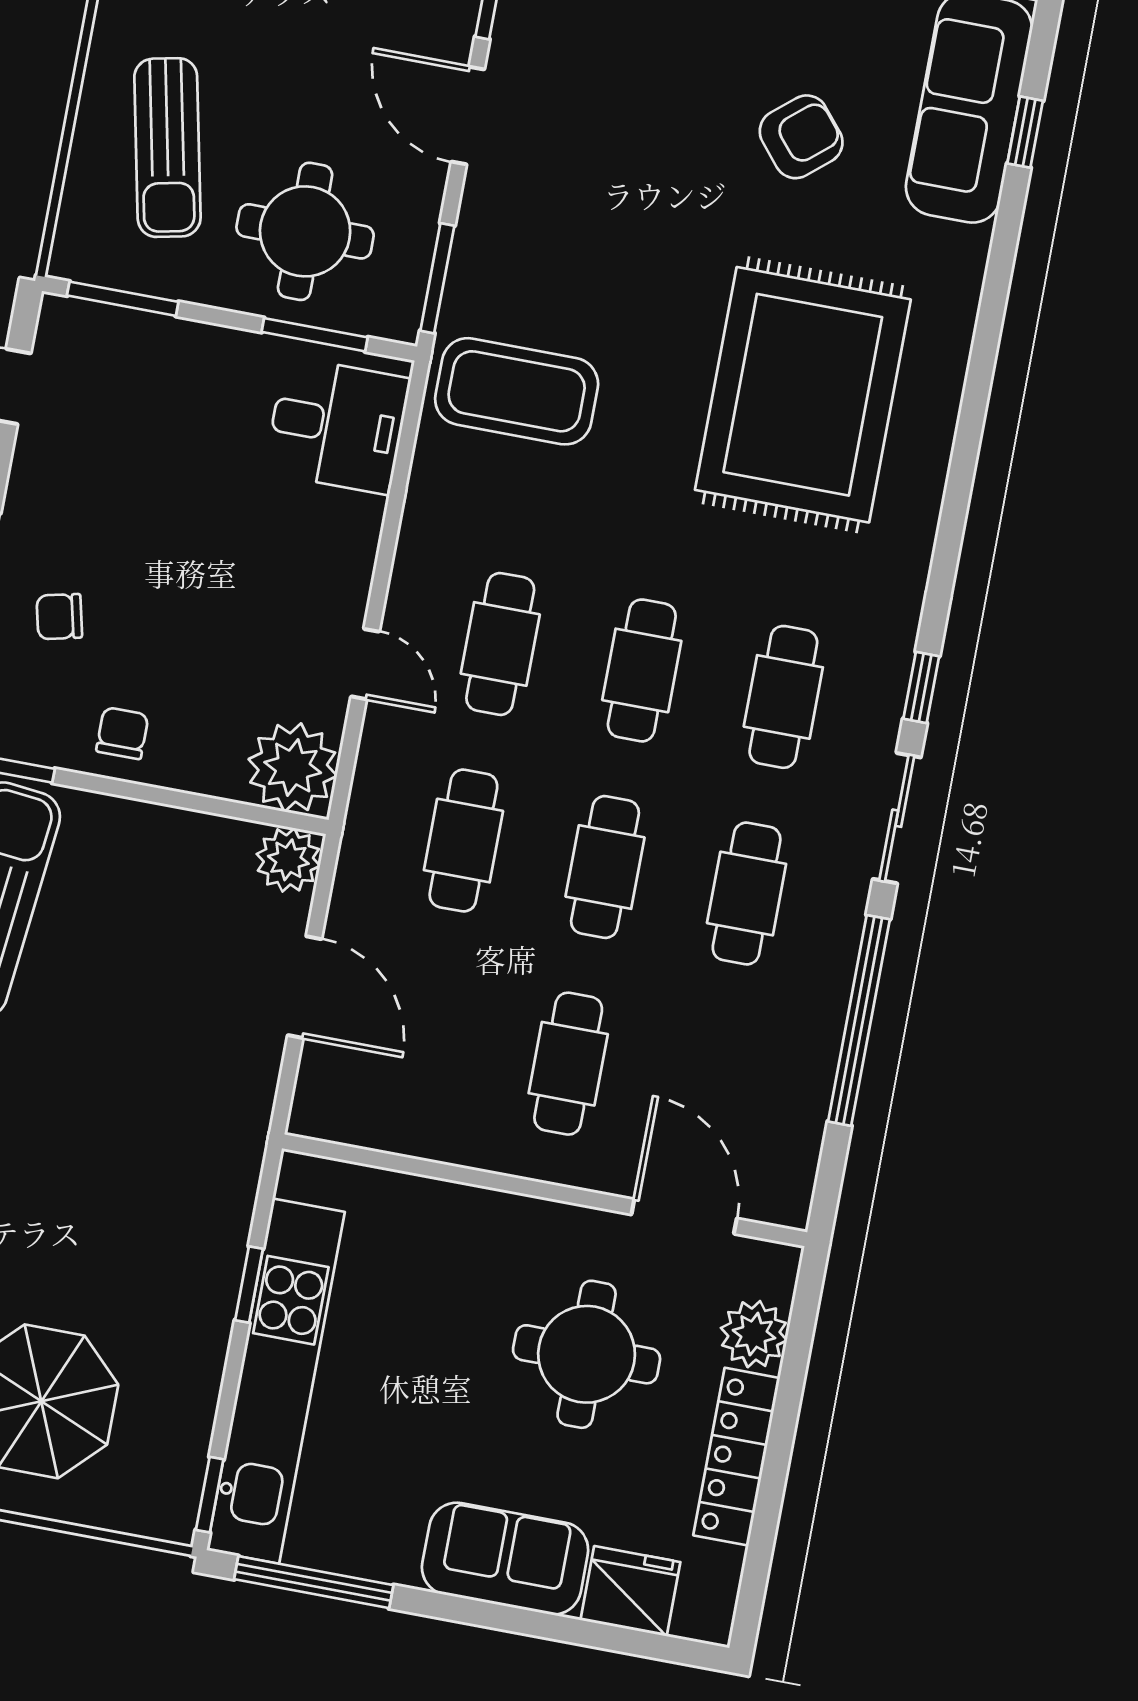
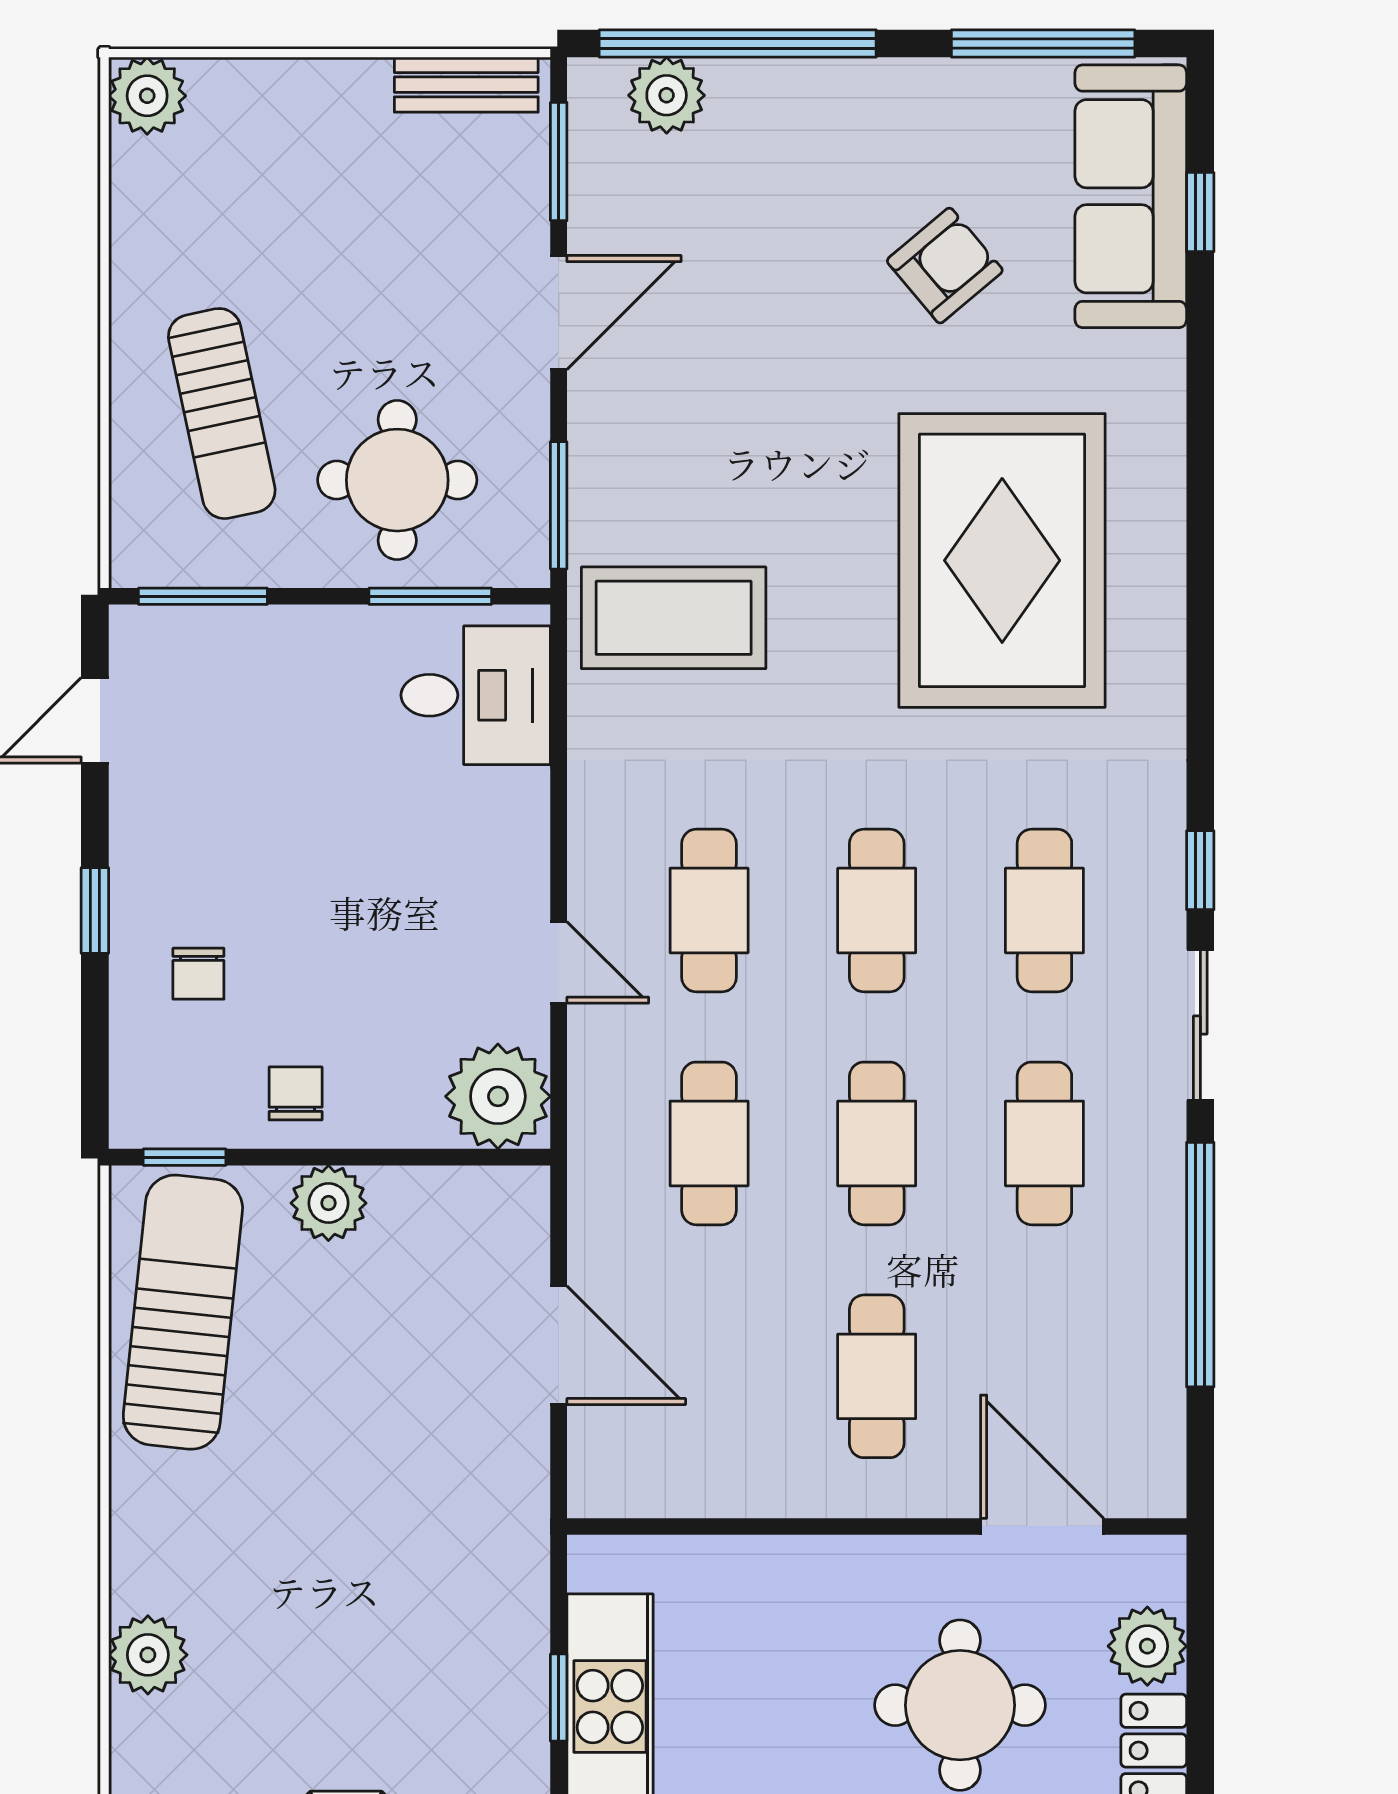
door: (468, 116) -> (559, 313), swing flipped
chair: (59, 617) -> (198, 974), turned -77
plant: (288, 860) -> (328, 1203), moved

